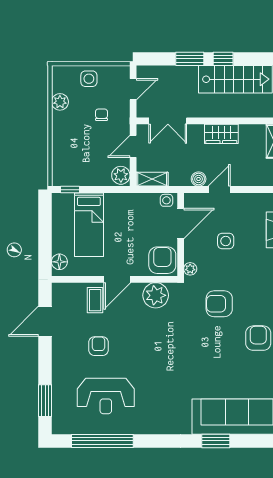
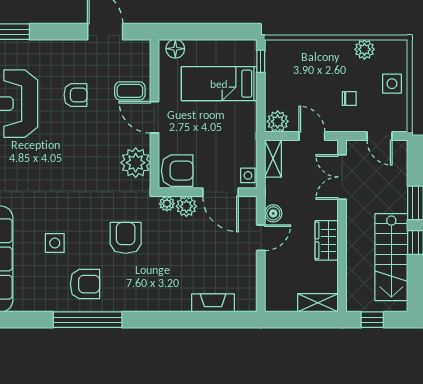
door: (219, 190) -> (261, 238), hinge flipped
side table: (226, 241) -> (55, 243), moved
plant: (193, 252) -> (186, 206), added

